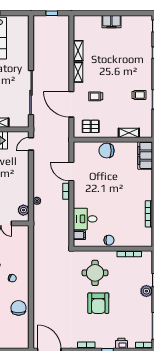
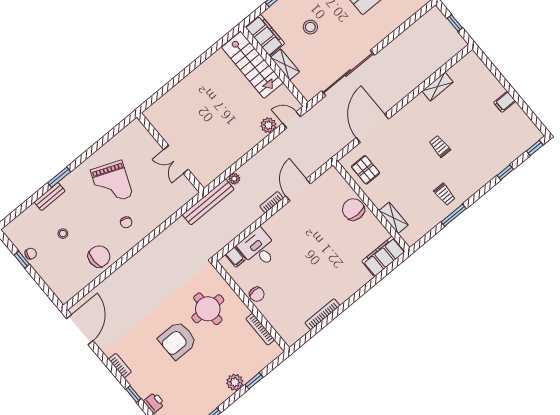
filing cabinet: (111, 22) -> (505, 102), width x0.50
shelving: (78, 72) -> (414, 106), removed
trolley: (96, 96) -> (440, 146), moved
plant: (23, 210) -> (268, 125), moved
bench: (38, 225) -> (208, 202), added

